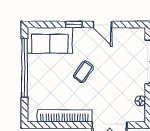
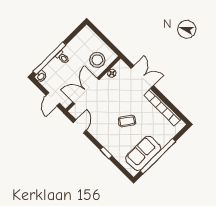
door: (103, 24) -> (80, 127), moved
sofa: (50, 40) -> (143, 153), moved, turned -90

